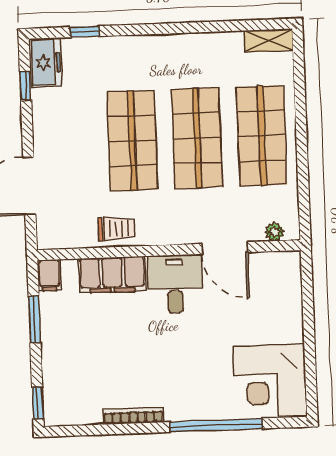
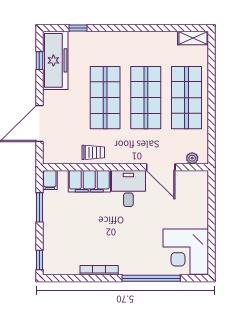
freezer: (45, 63) -> (55, 60), width x1.91, depth x1.26

